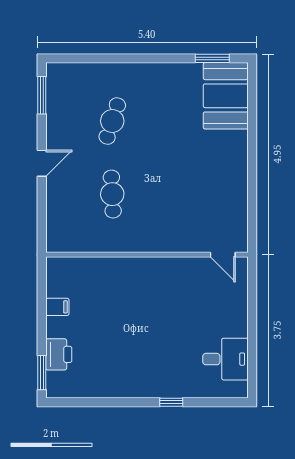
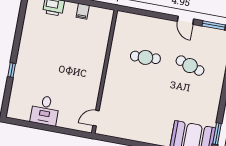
door: (42, 163) -> (185, 20), moved
desk: (225, 359) -> (45, 110), moved

